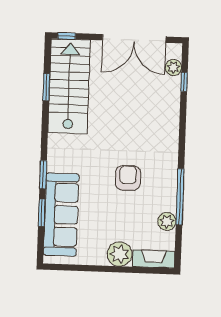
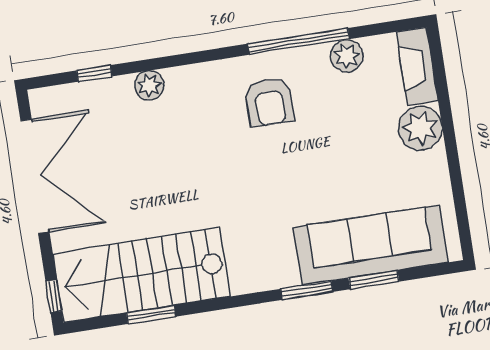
plant: (173, 67) -> (149, 85), moved
armchair: (128, 178) -> (269, 102), moved, turned -90

